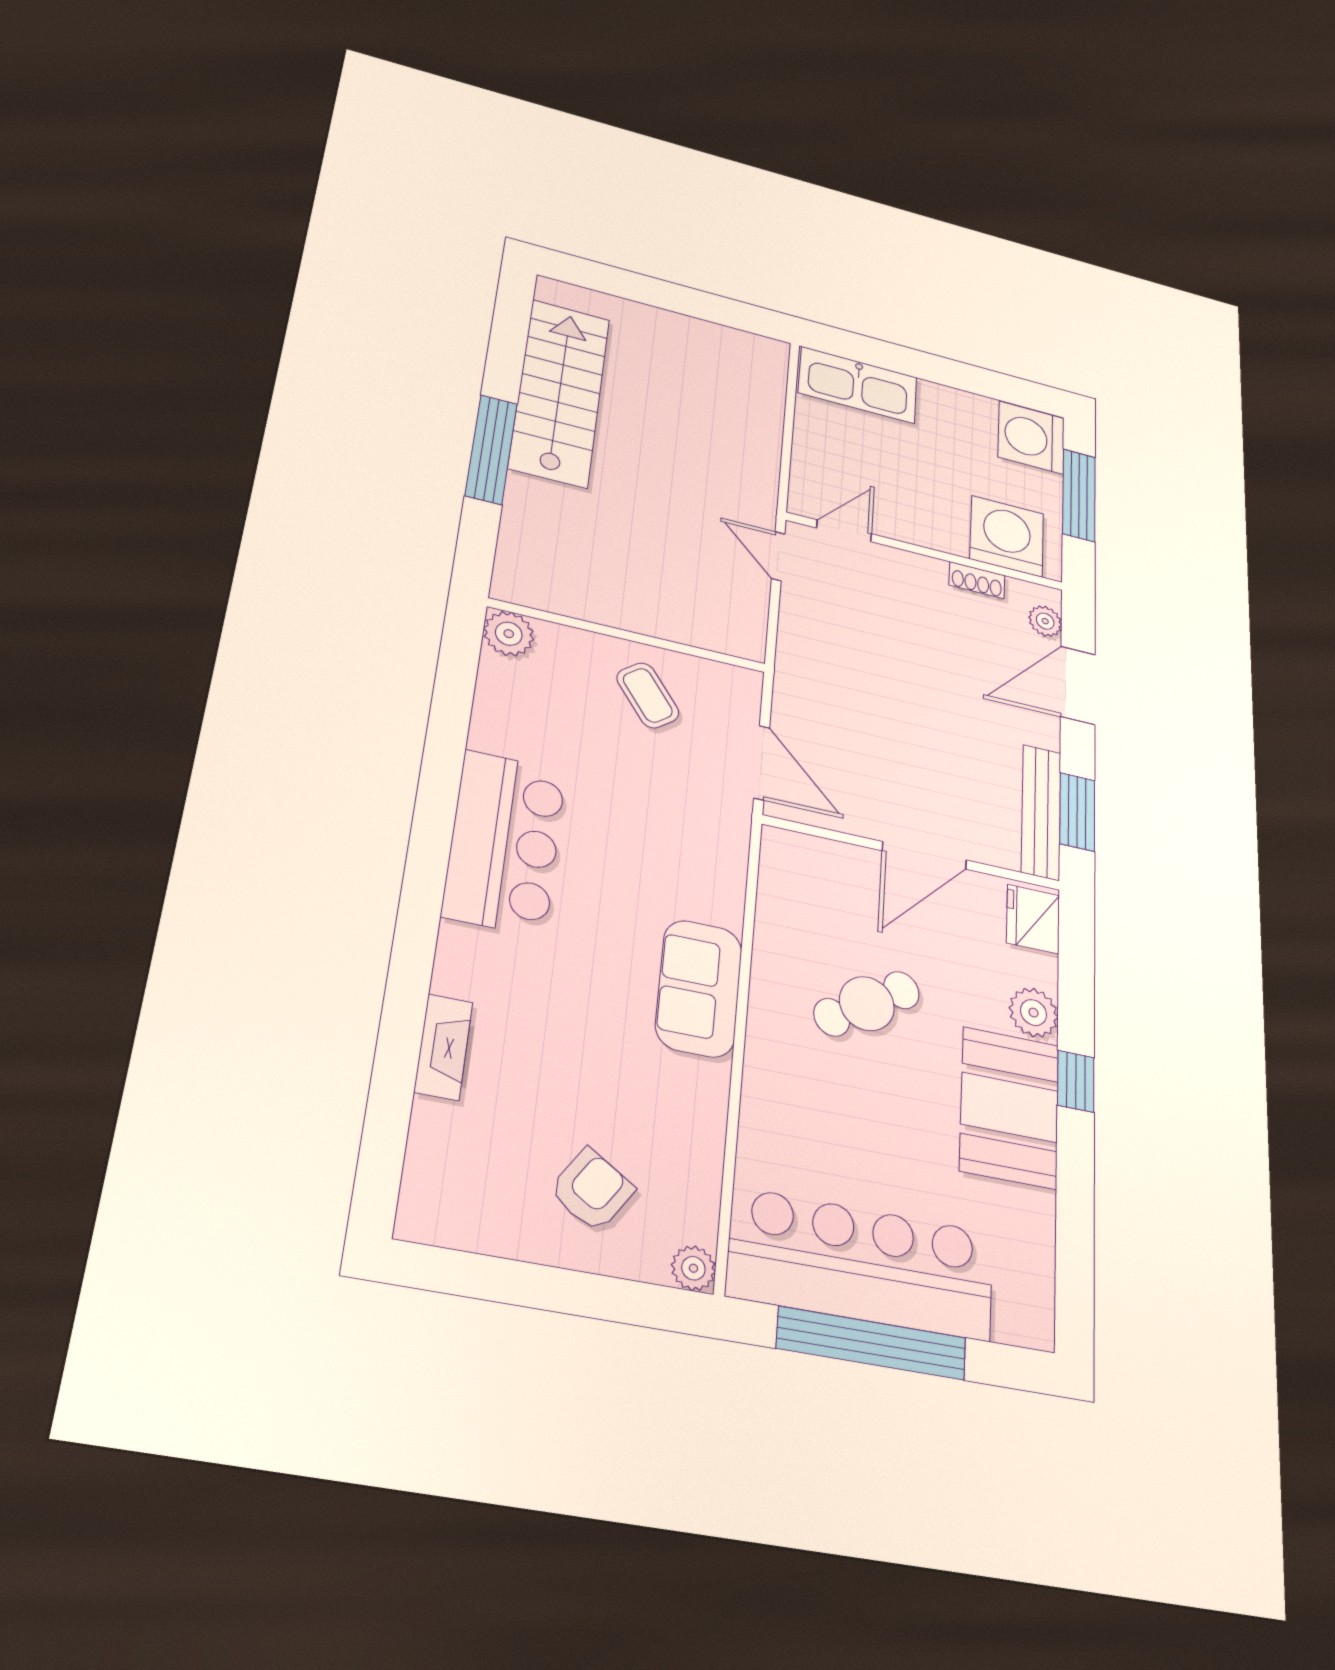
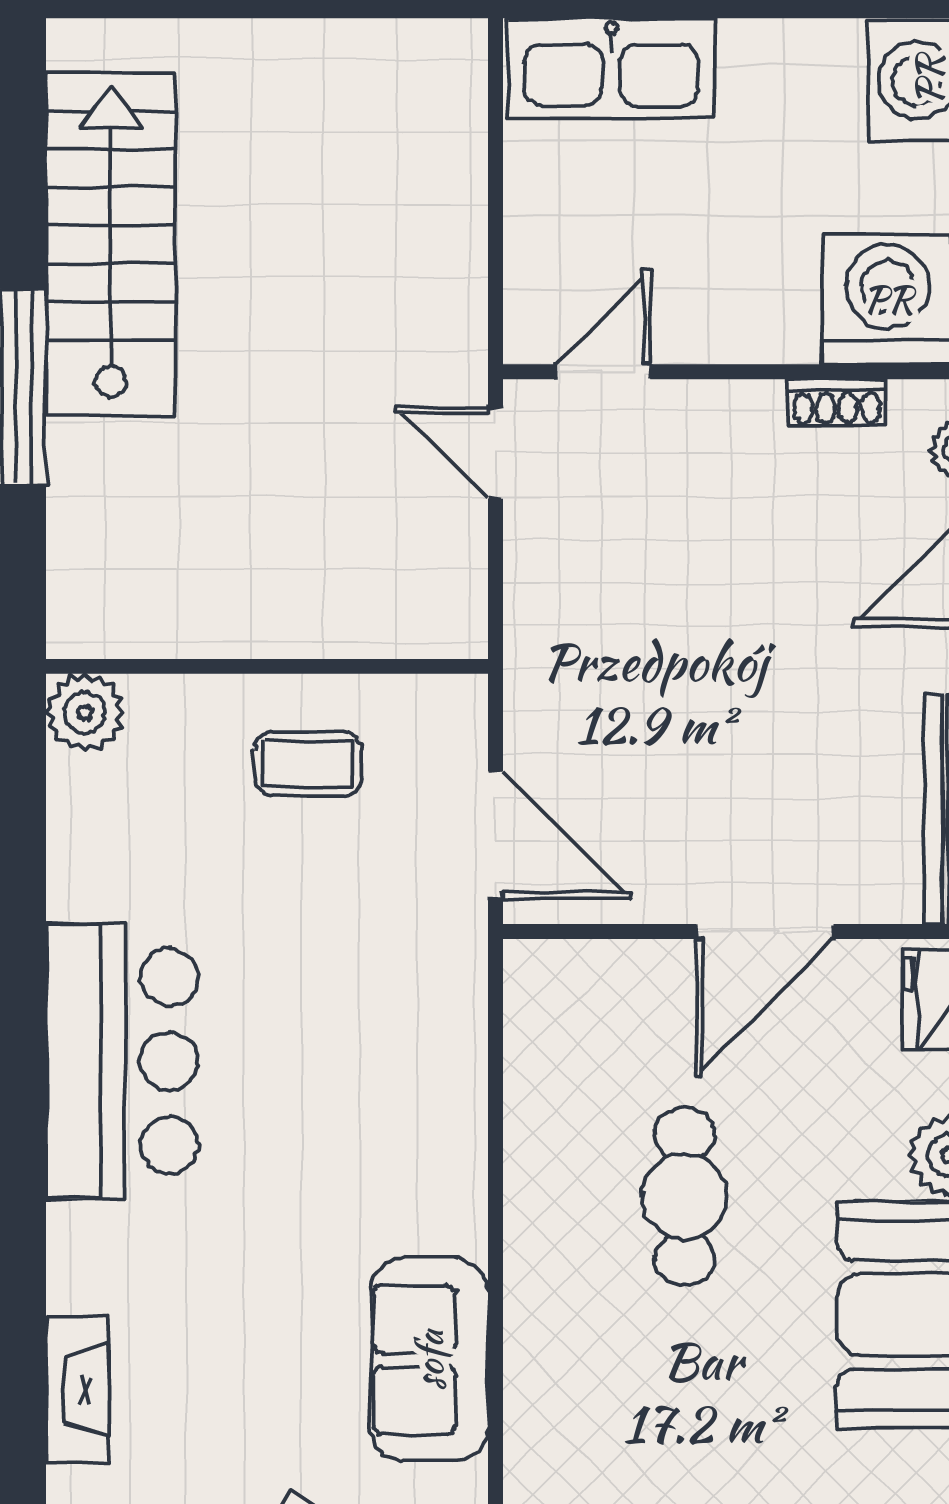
coffee table: (648, 695) -> (308, 764), turned -53
sofa: (699, 988) -> (429, 1360), moved
cafe table: (867, 1004) -> (684, 1197), turned -58

